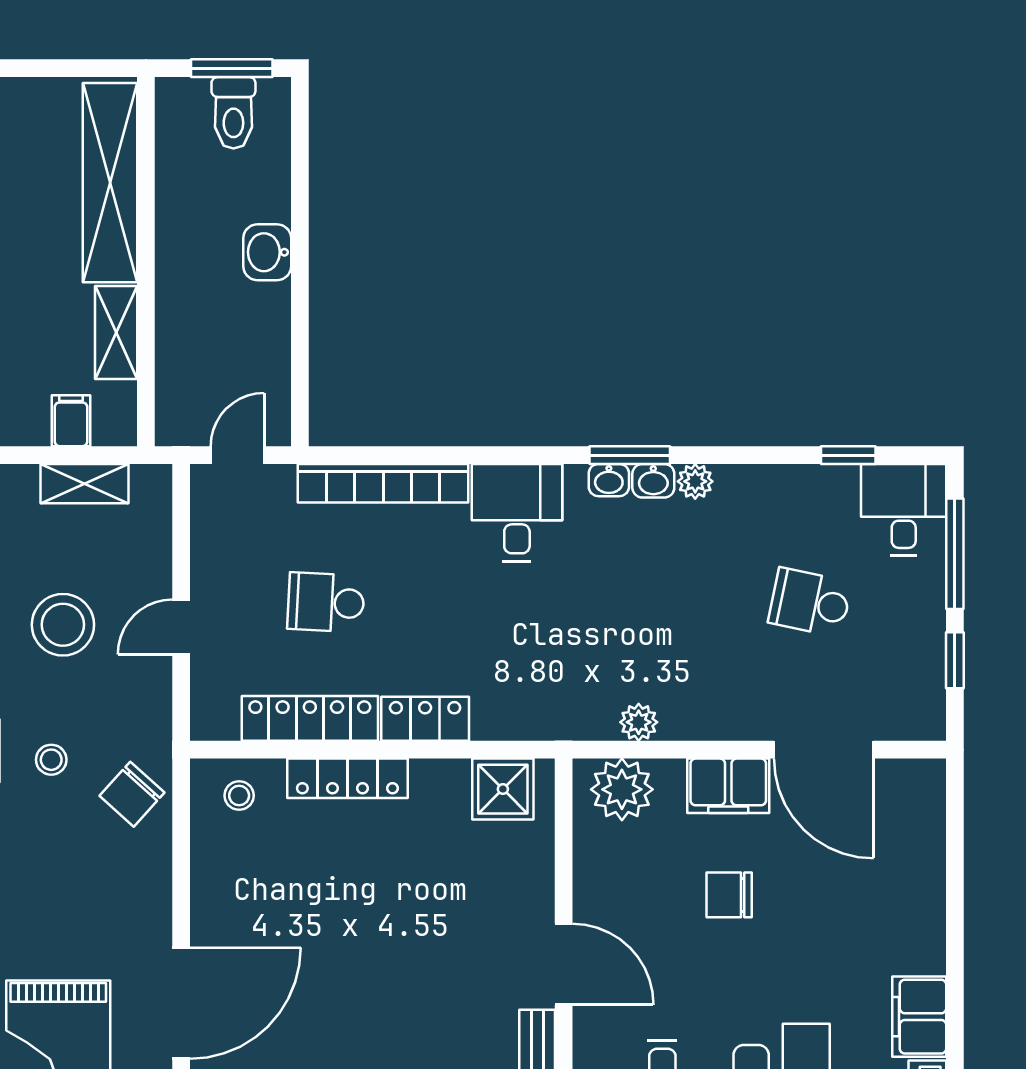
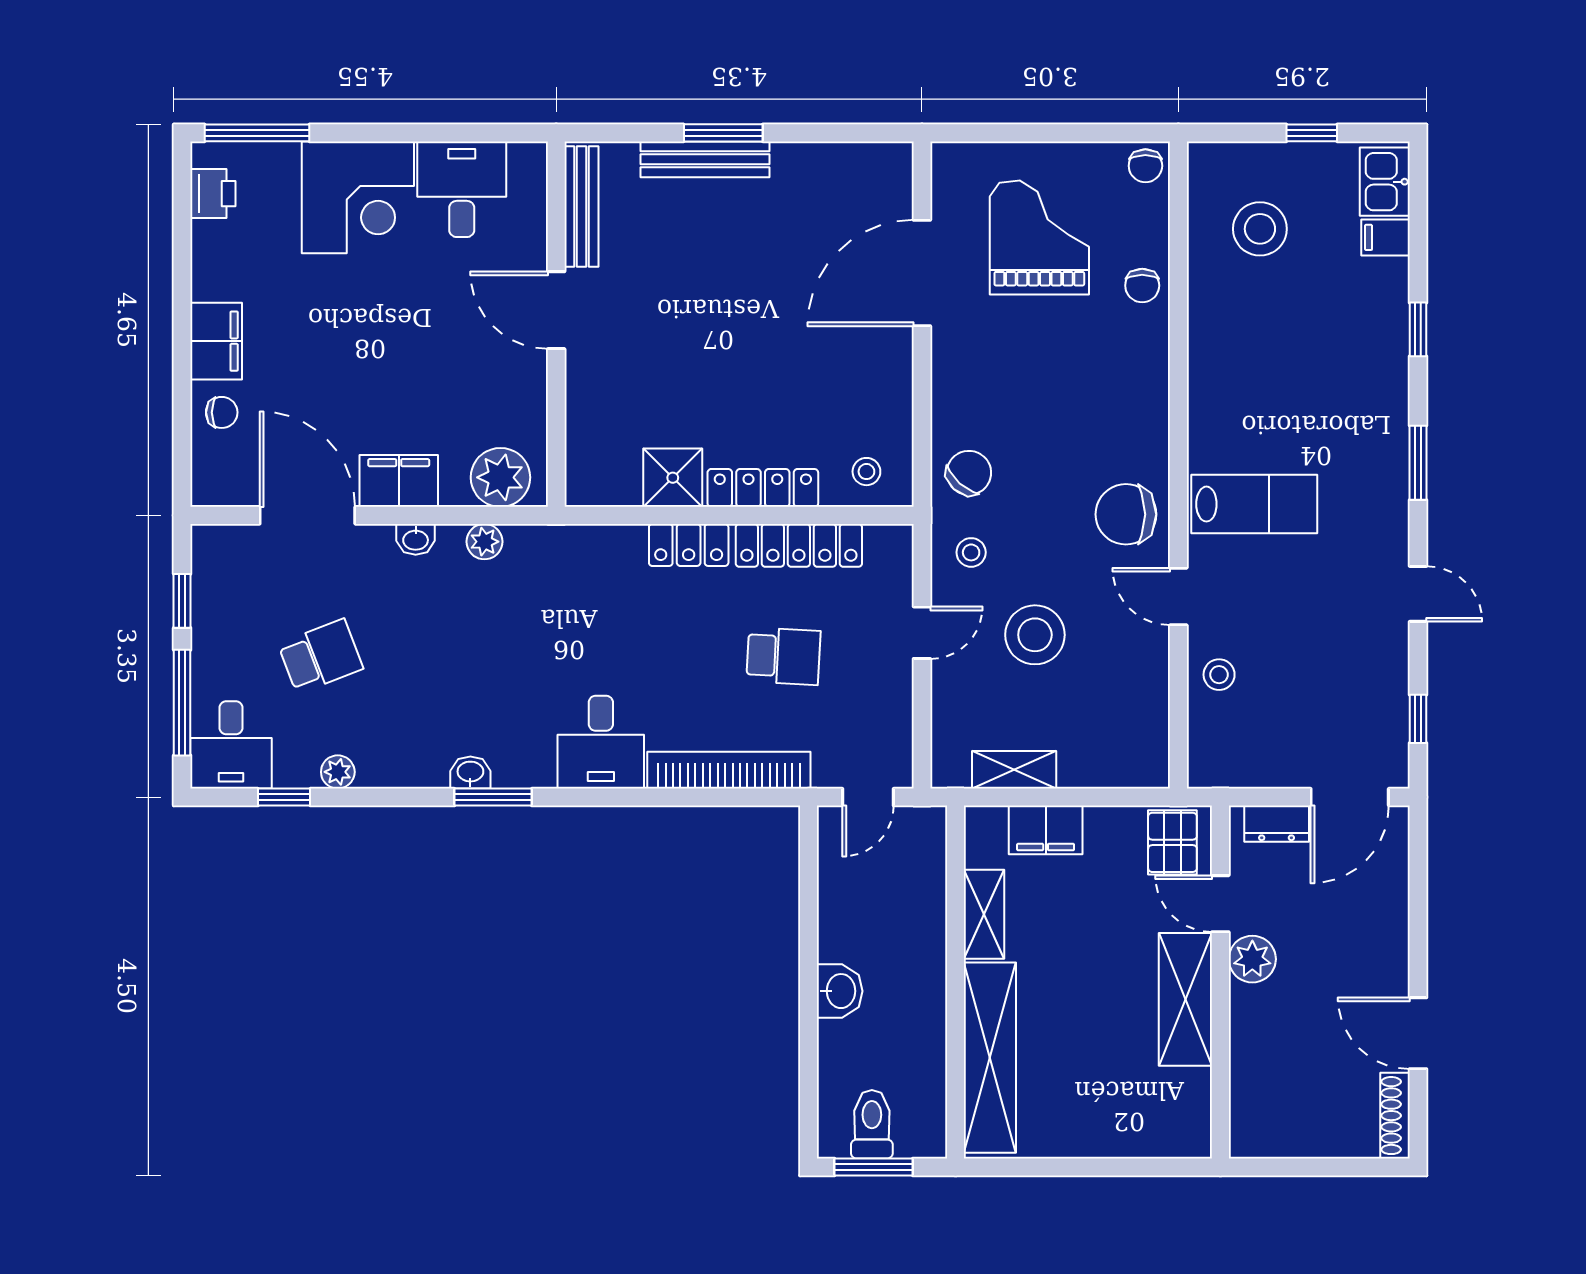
filing cabinet: (71, 421) -> (1046, 830), width x2.00
washbasin: (609, 480) -> (416, 539), moved, turned 180
plant: (695, 481) -> (338, 772), moved
school desk: (810, 602) -> (321, 656), turned -33
stool: (51, 760) -> (971, 552), moved
shower: (503, 789) -> (673, 478), moved
chair: (729, 895) -> (222, 412), moved, width x0.73, depth x0.73
filing cabinet: (919, 1017) -> (216, 341), moved

